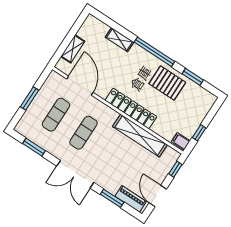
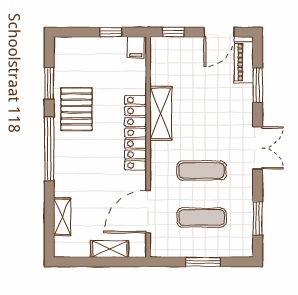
shelving: (120, 40) -> (62, 217), moved
shelving: (140, 136) -> (161, 113), width x0.68
double door: (75, 174) -> (258, 148), width x0.73

